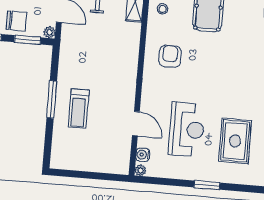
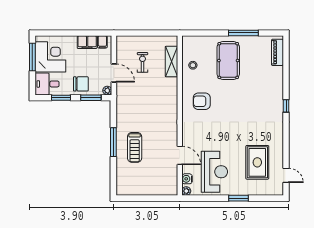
armchair: (170, 56) -> (202, 101), turned -90
reception desk: (187, 129) -> (214, 172), moved

